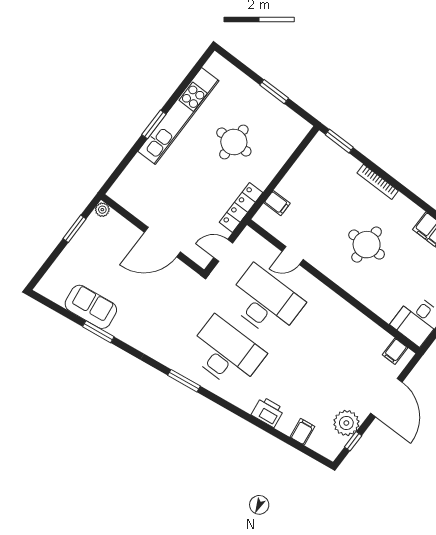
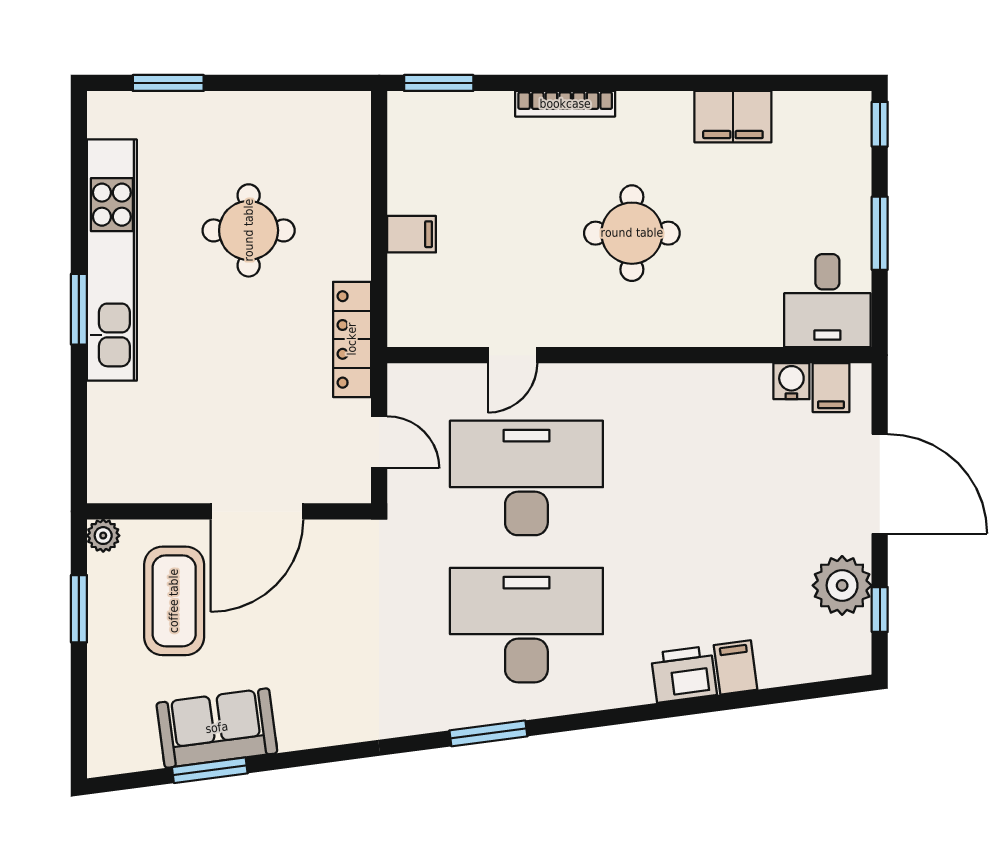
window: (274, 92) -> (168, 83), moved
filing cabinet: (277, 203) -> (412, 234), moved
door: (223, 250) -> (379, 442), swing flipped
coffee table: (110, 251) -> (174, 601), added
window: (98, 332) -> (210, 770), moved
water cooler: (383, 338) -> (791, 381), added
filing cabinet: (302, 432) -> (736, 667), moved

